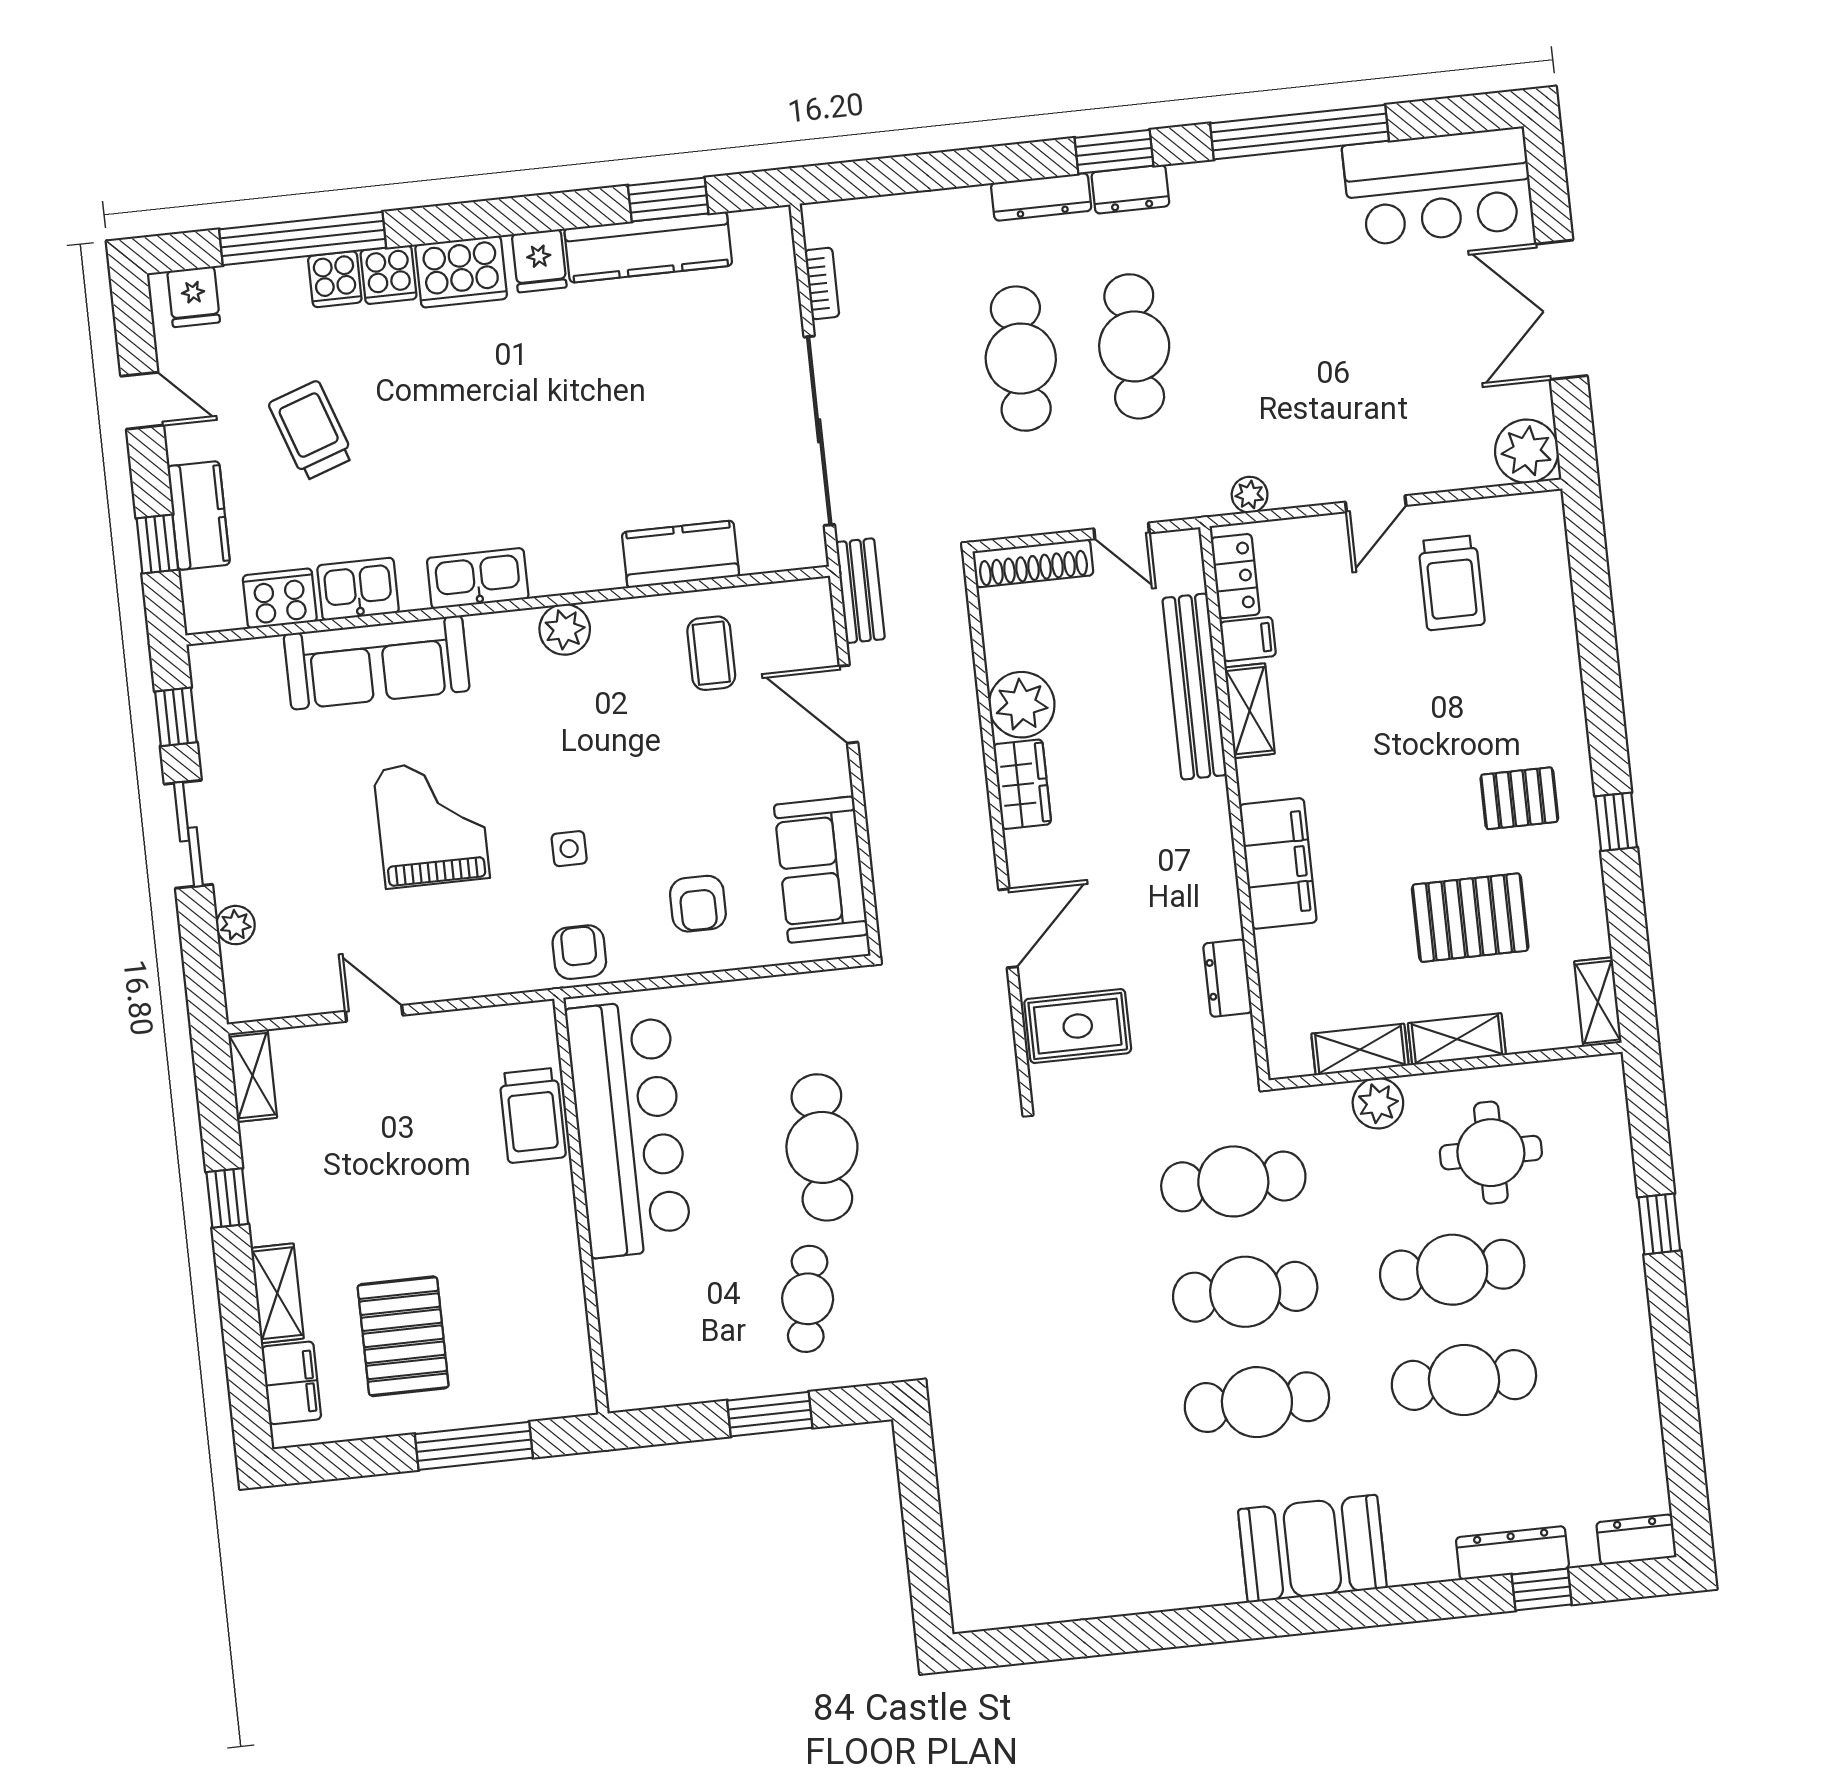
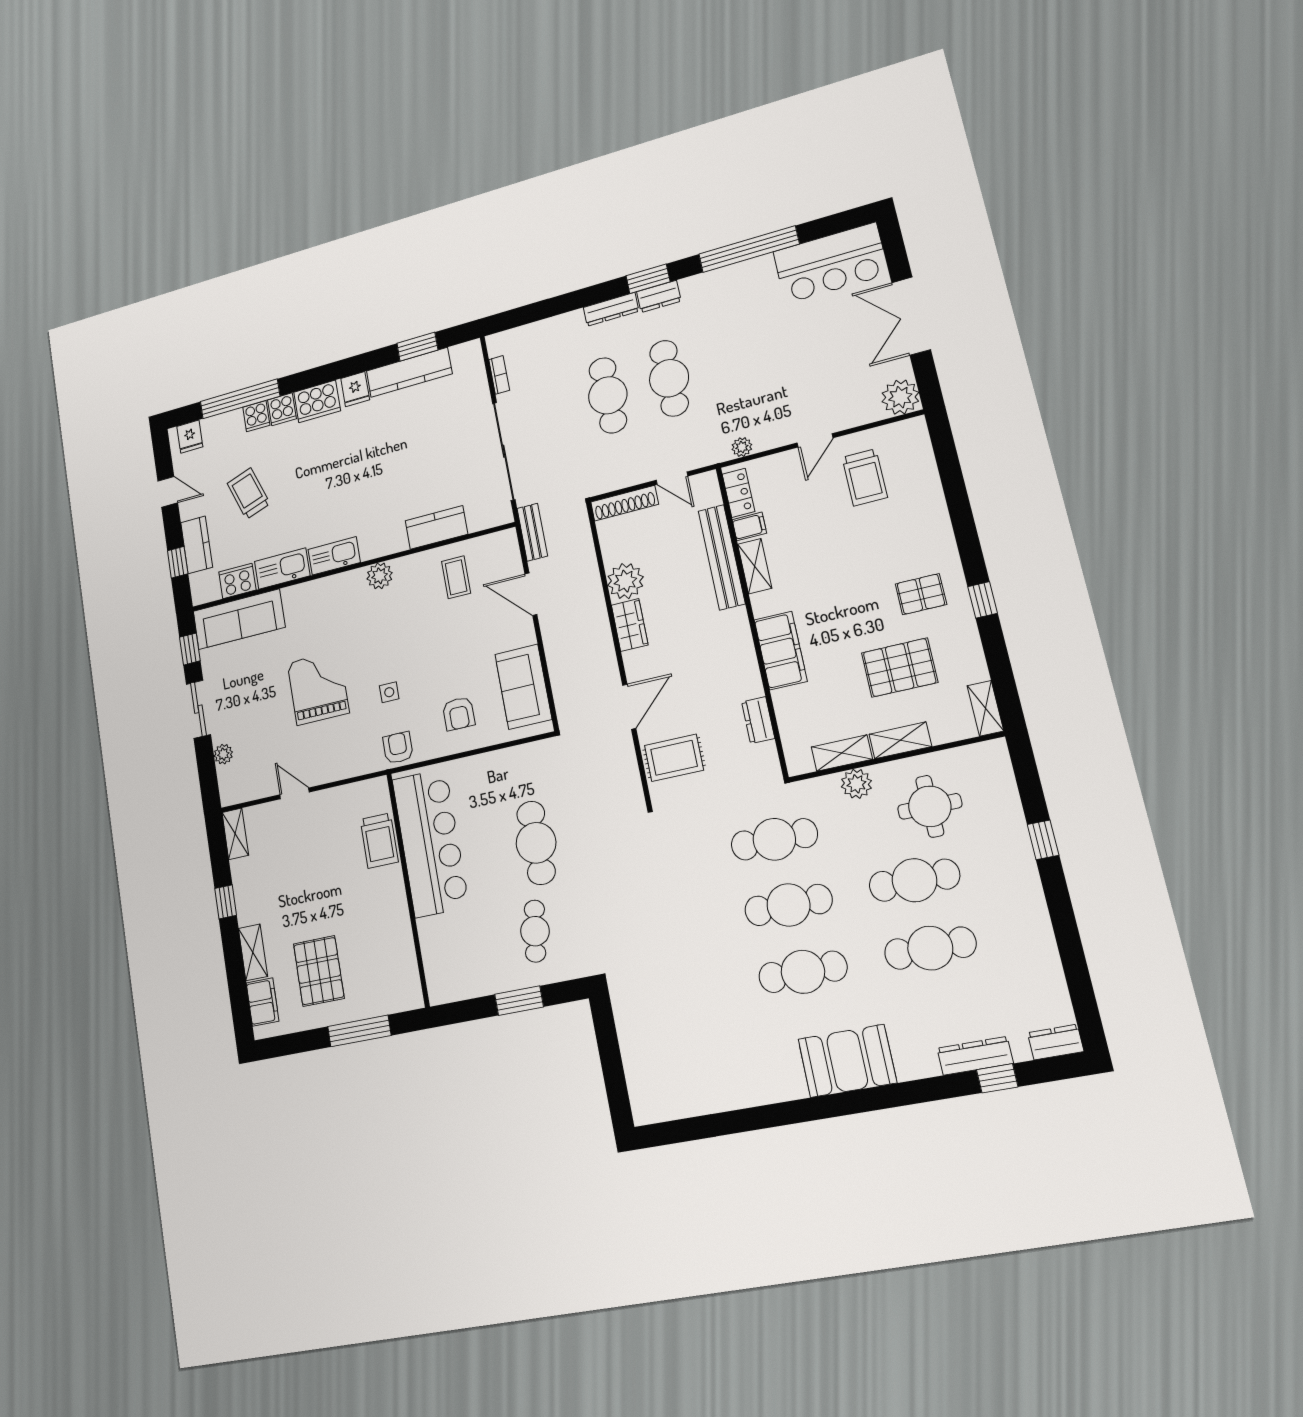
kitchen sink: (358, 589) -> (282, 569), width x1.38
sofa: (377, 662) -> (239, 619), moved

